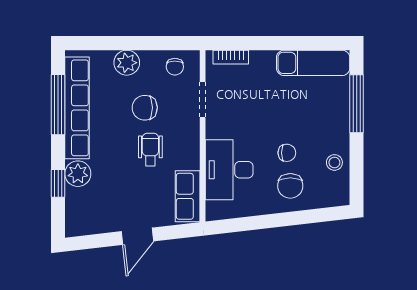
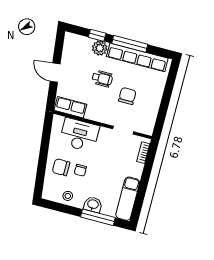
plant: (127, 63) -> (156, 92), removed
chair: (175, 67) -> (146, 119), removed
window: (58, 105) -> (130, 44), moved
washbasin: (338, 117) -> (93, 205), added
wheelchair: (150, 149) -> (102, 79), moved

